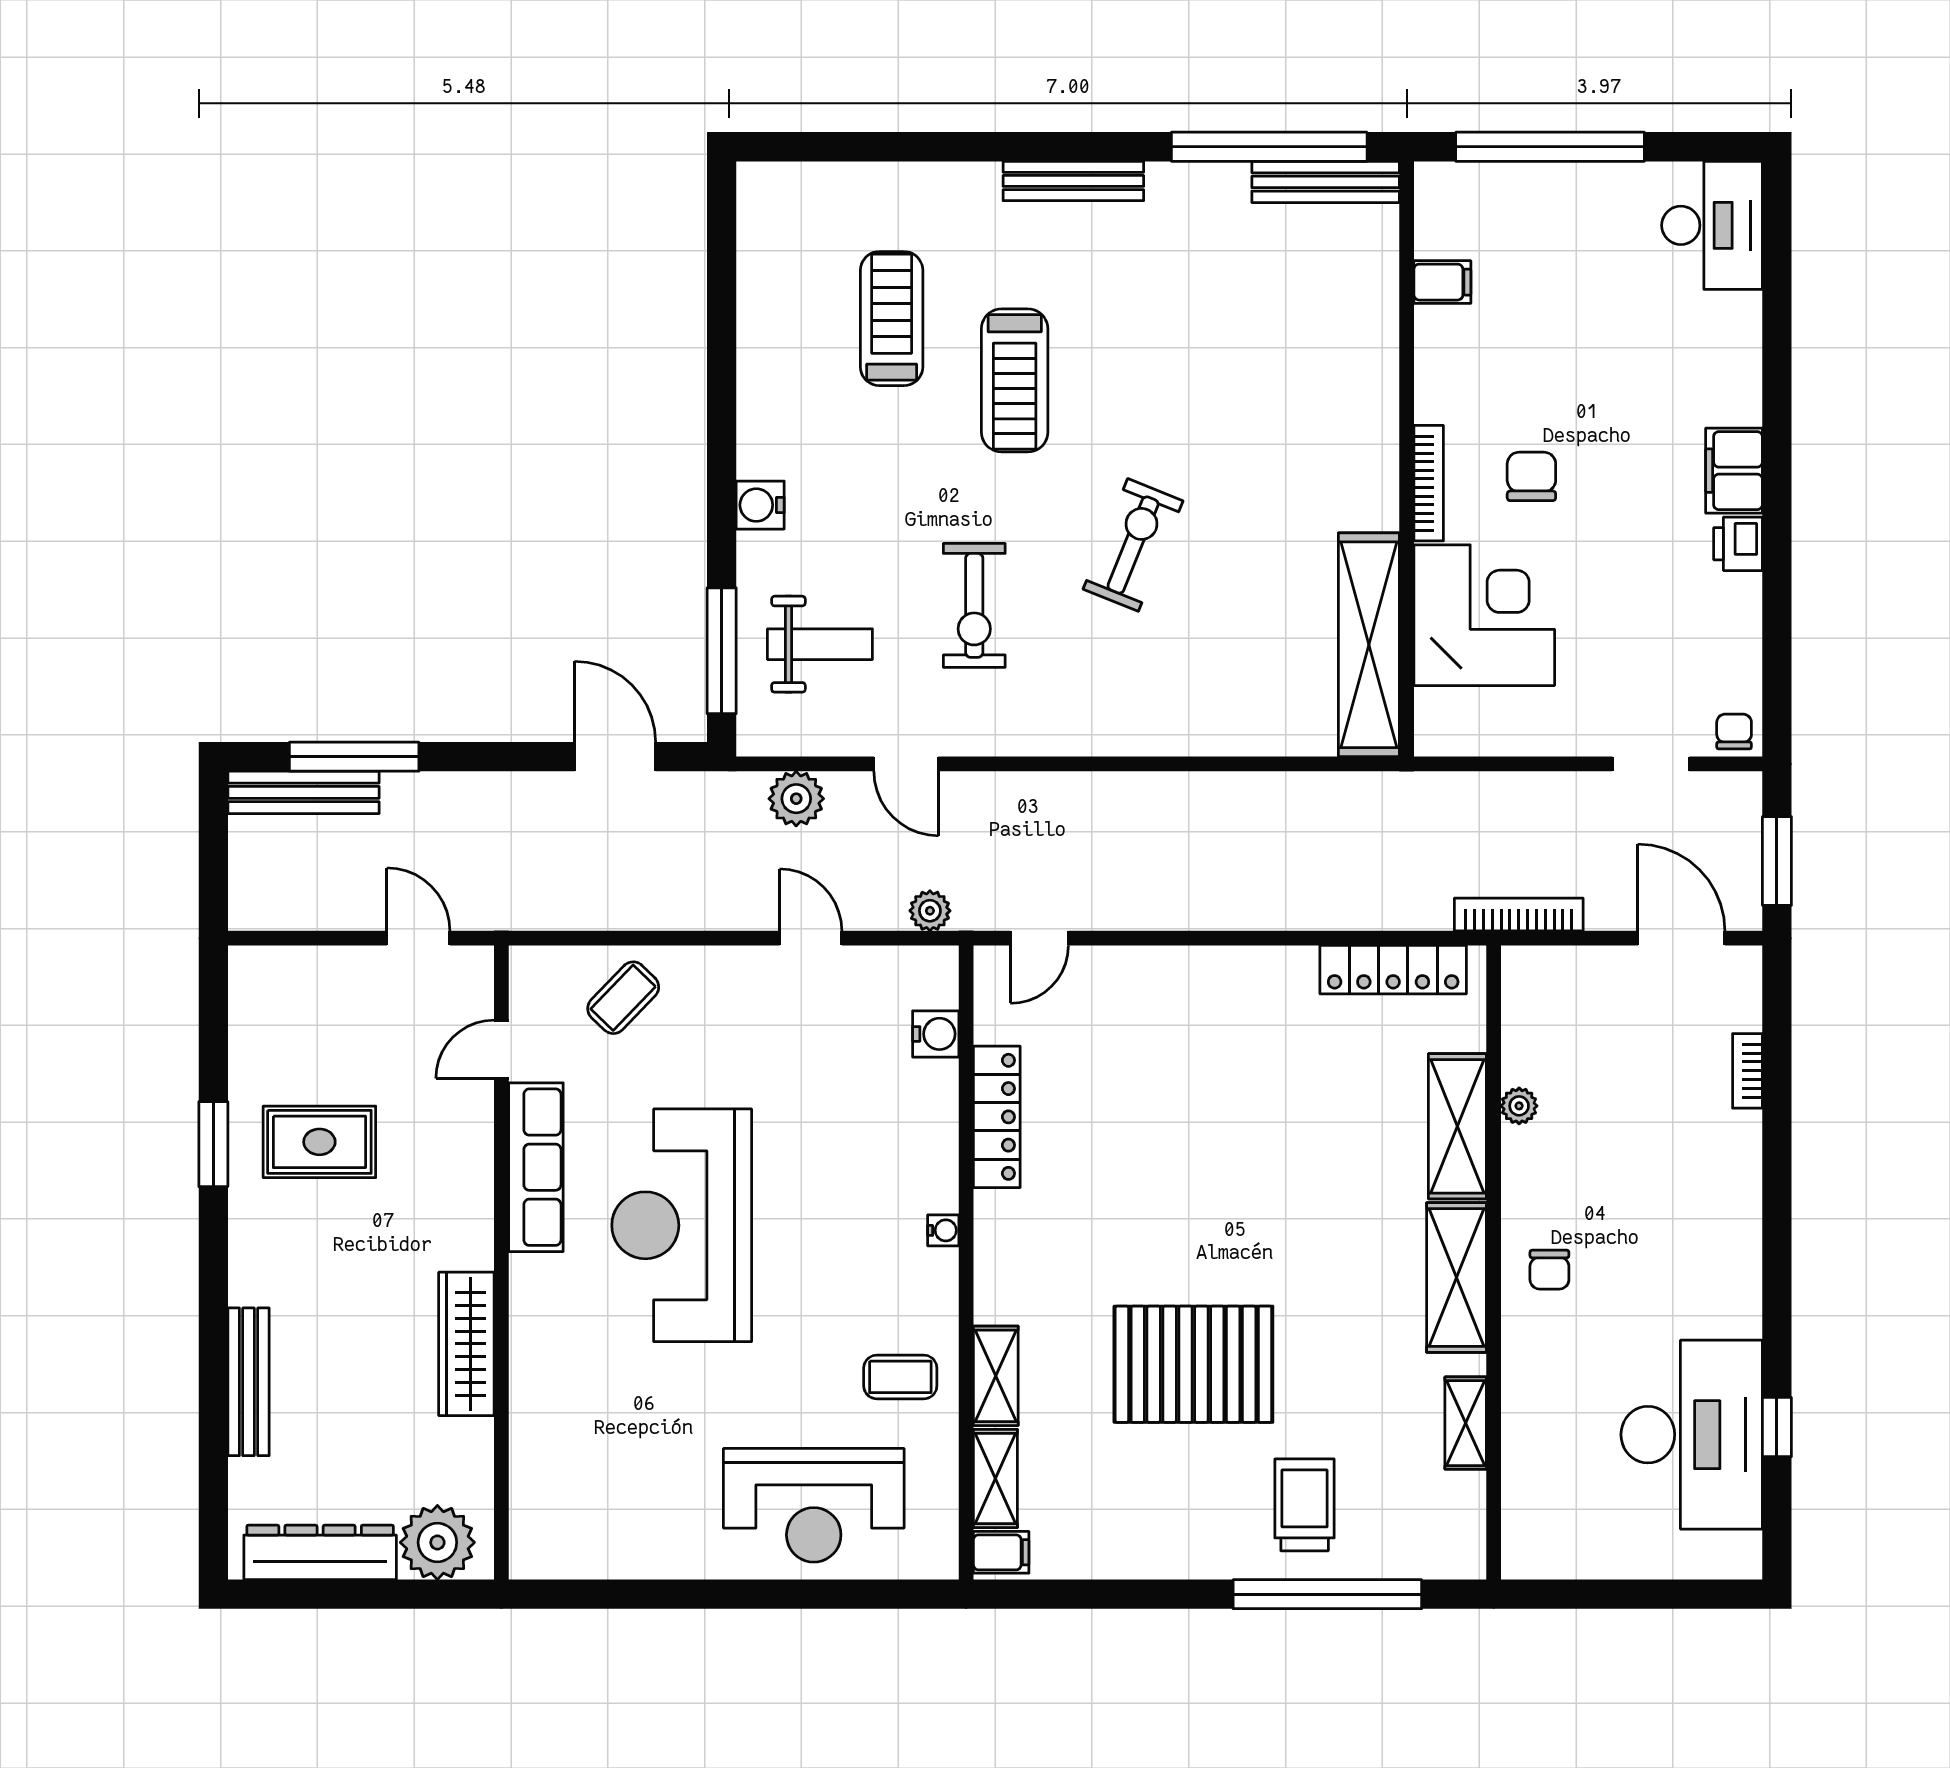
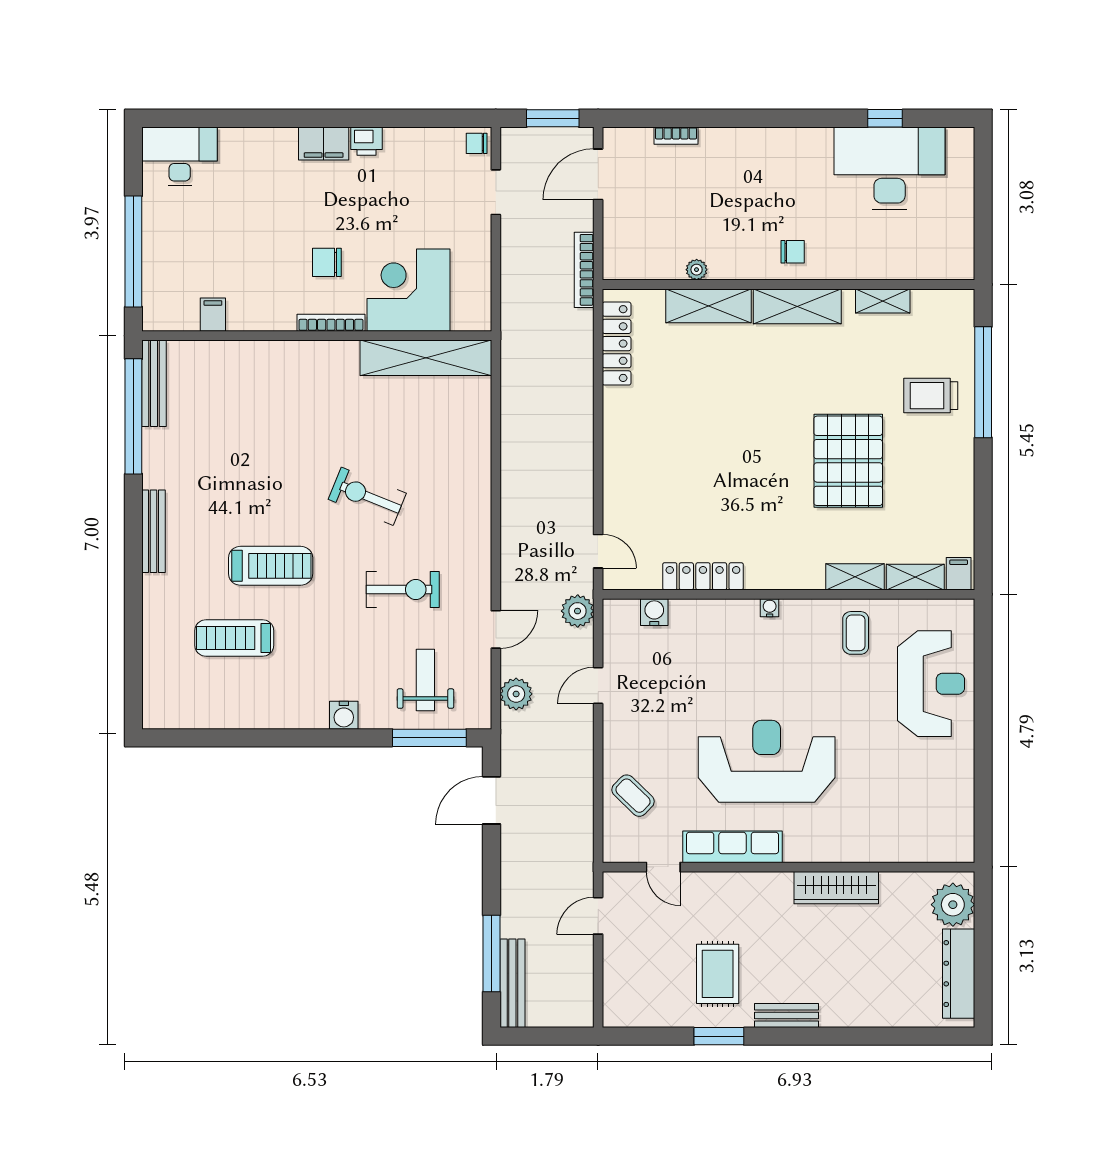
plant: (930, 911) -> (578, 611), width x1.38, depth x1.38
reception desk: (682, 1225) -> (767, 761), turned 180
bench: (249, 1382) -> (786, 1016), moved, width x0.73

